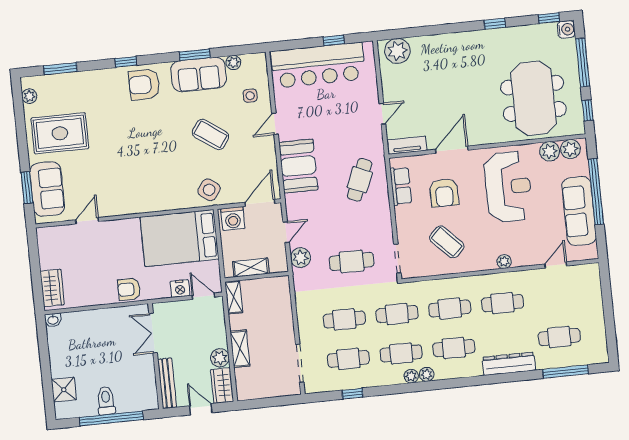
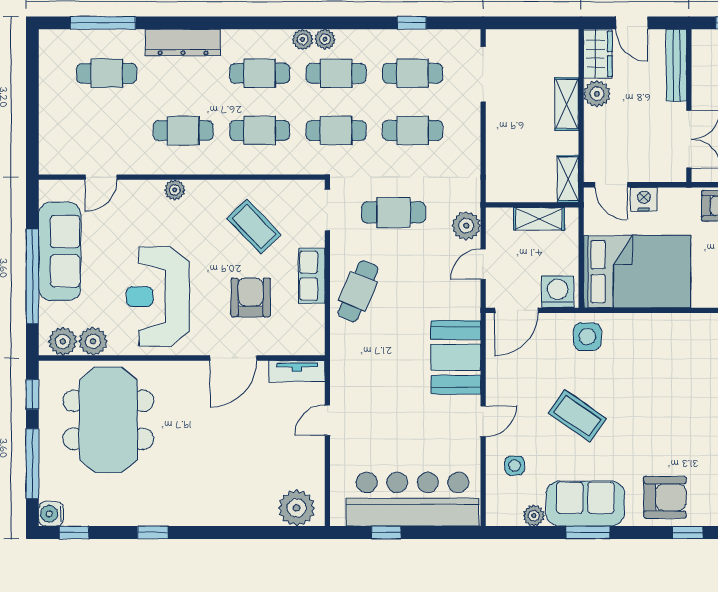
cafe table: (360, 180) -> (358, 291), moved
row of seats: (401, 186) -> (312, 276), moved
side table: (209, 190) -> (587, 337), turned -37

